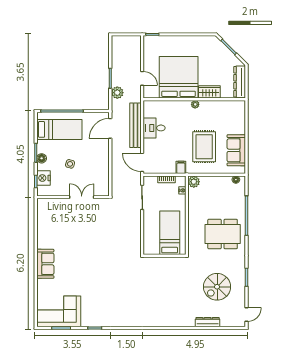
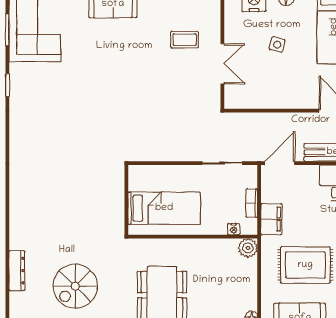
filing cabinet: (181, 167) -> (271, 219), width x2.00
coffee table: (67, 220) -> (185, 40), added
spiral stairs: (217, 287) -> (75, 286), turned -90

